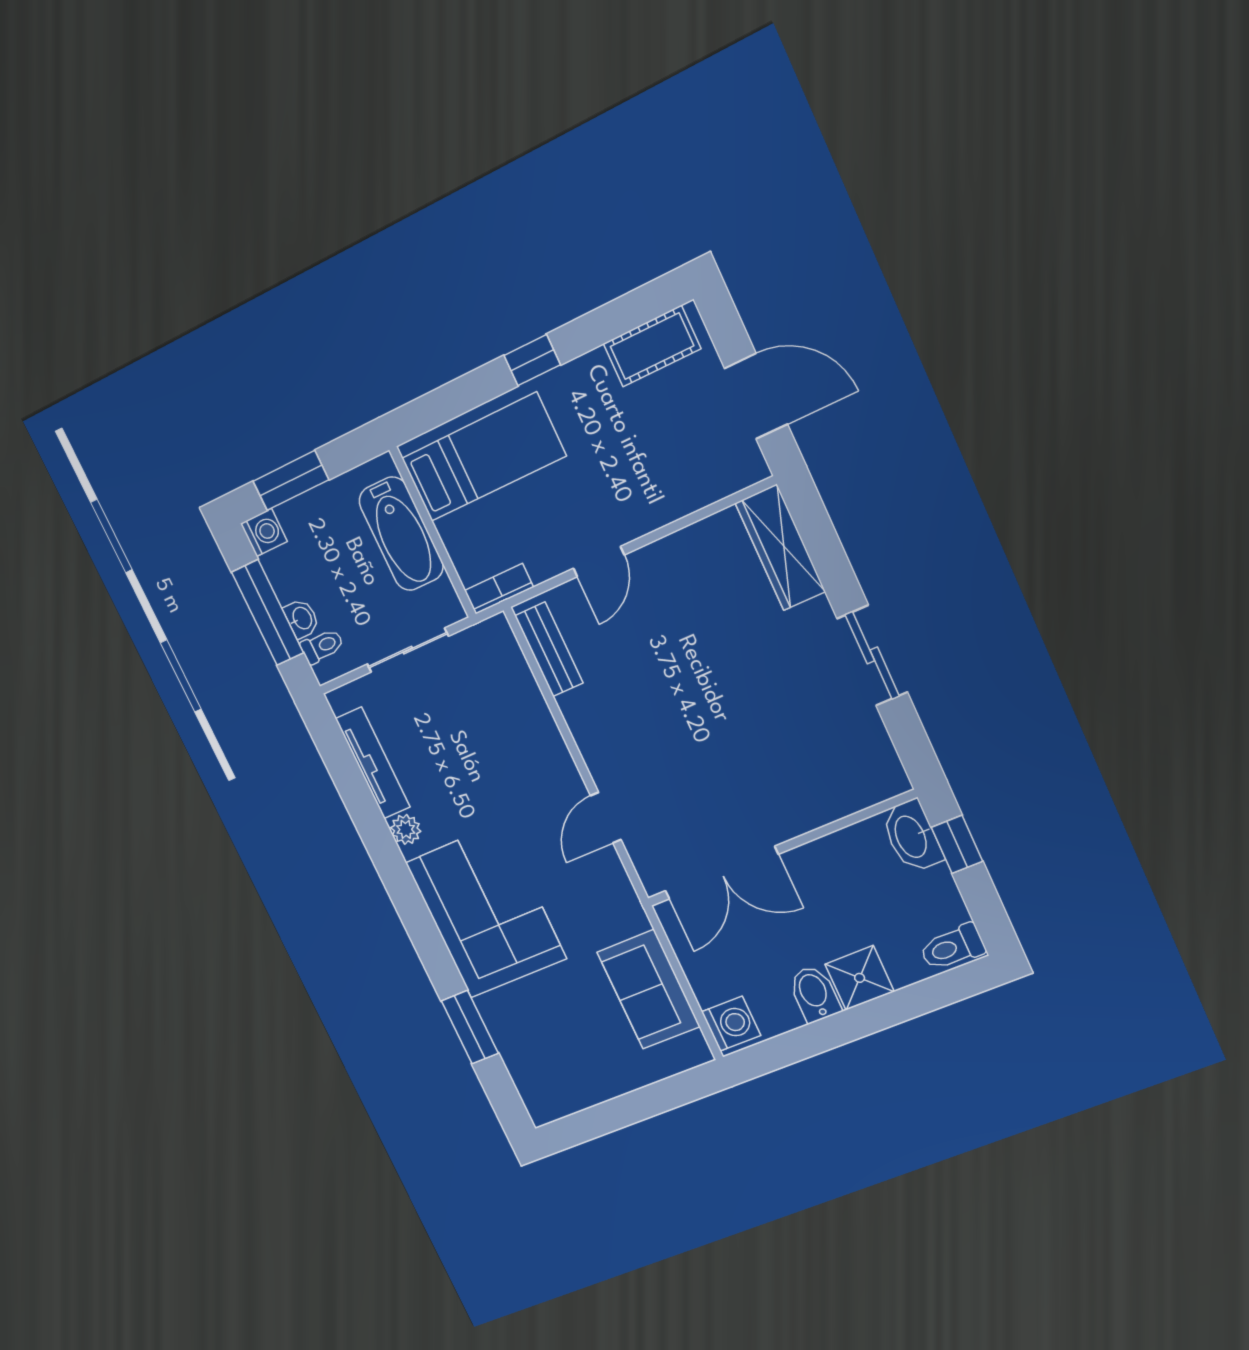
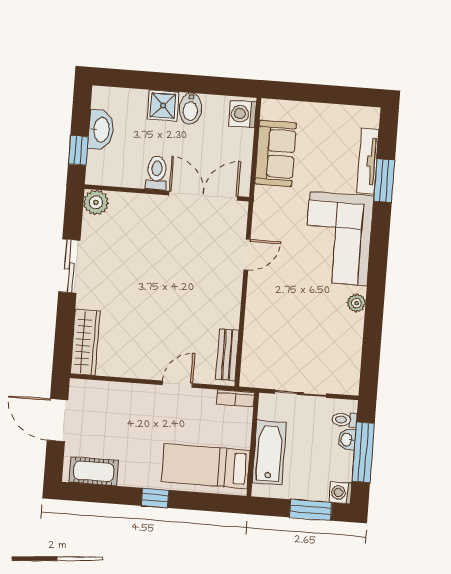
tv unit: (373, 763) -> (368, 161), moved
plant: (884, 778) -> (96, 202), added
washbasin: (912, 836) -> (101, 130), moved
toilet: (952, 947) -> (157, 173), moved, turned -90

